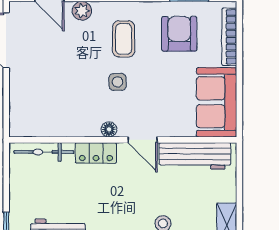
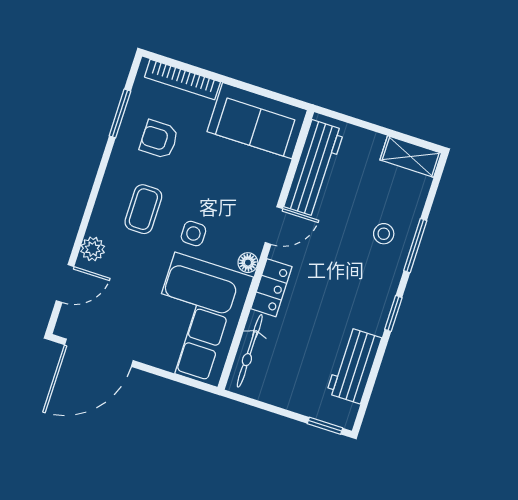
armchair: (179, 34) -> (159, 139), width x0.72, depth x0.72
coffee table: (124, 39) -> (143, 209), turned 90
corner sofa: (54, 105) -> (196, 320), added

